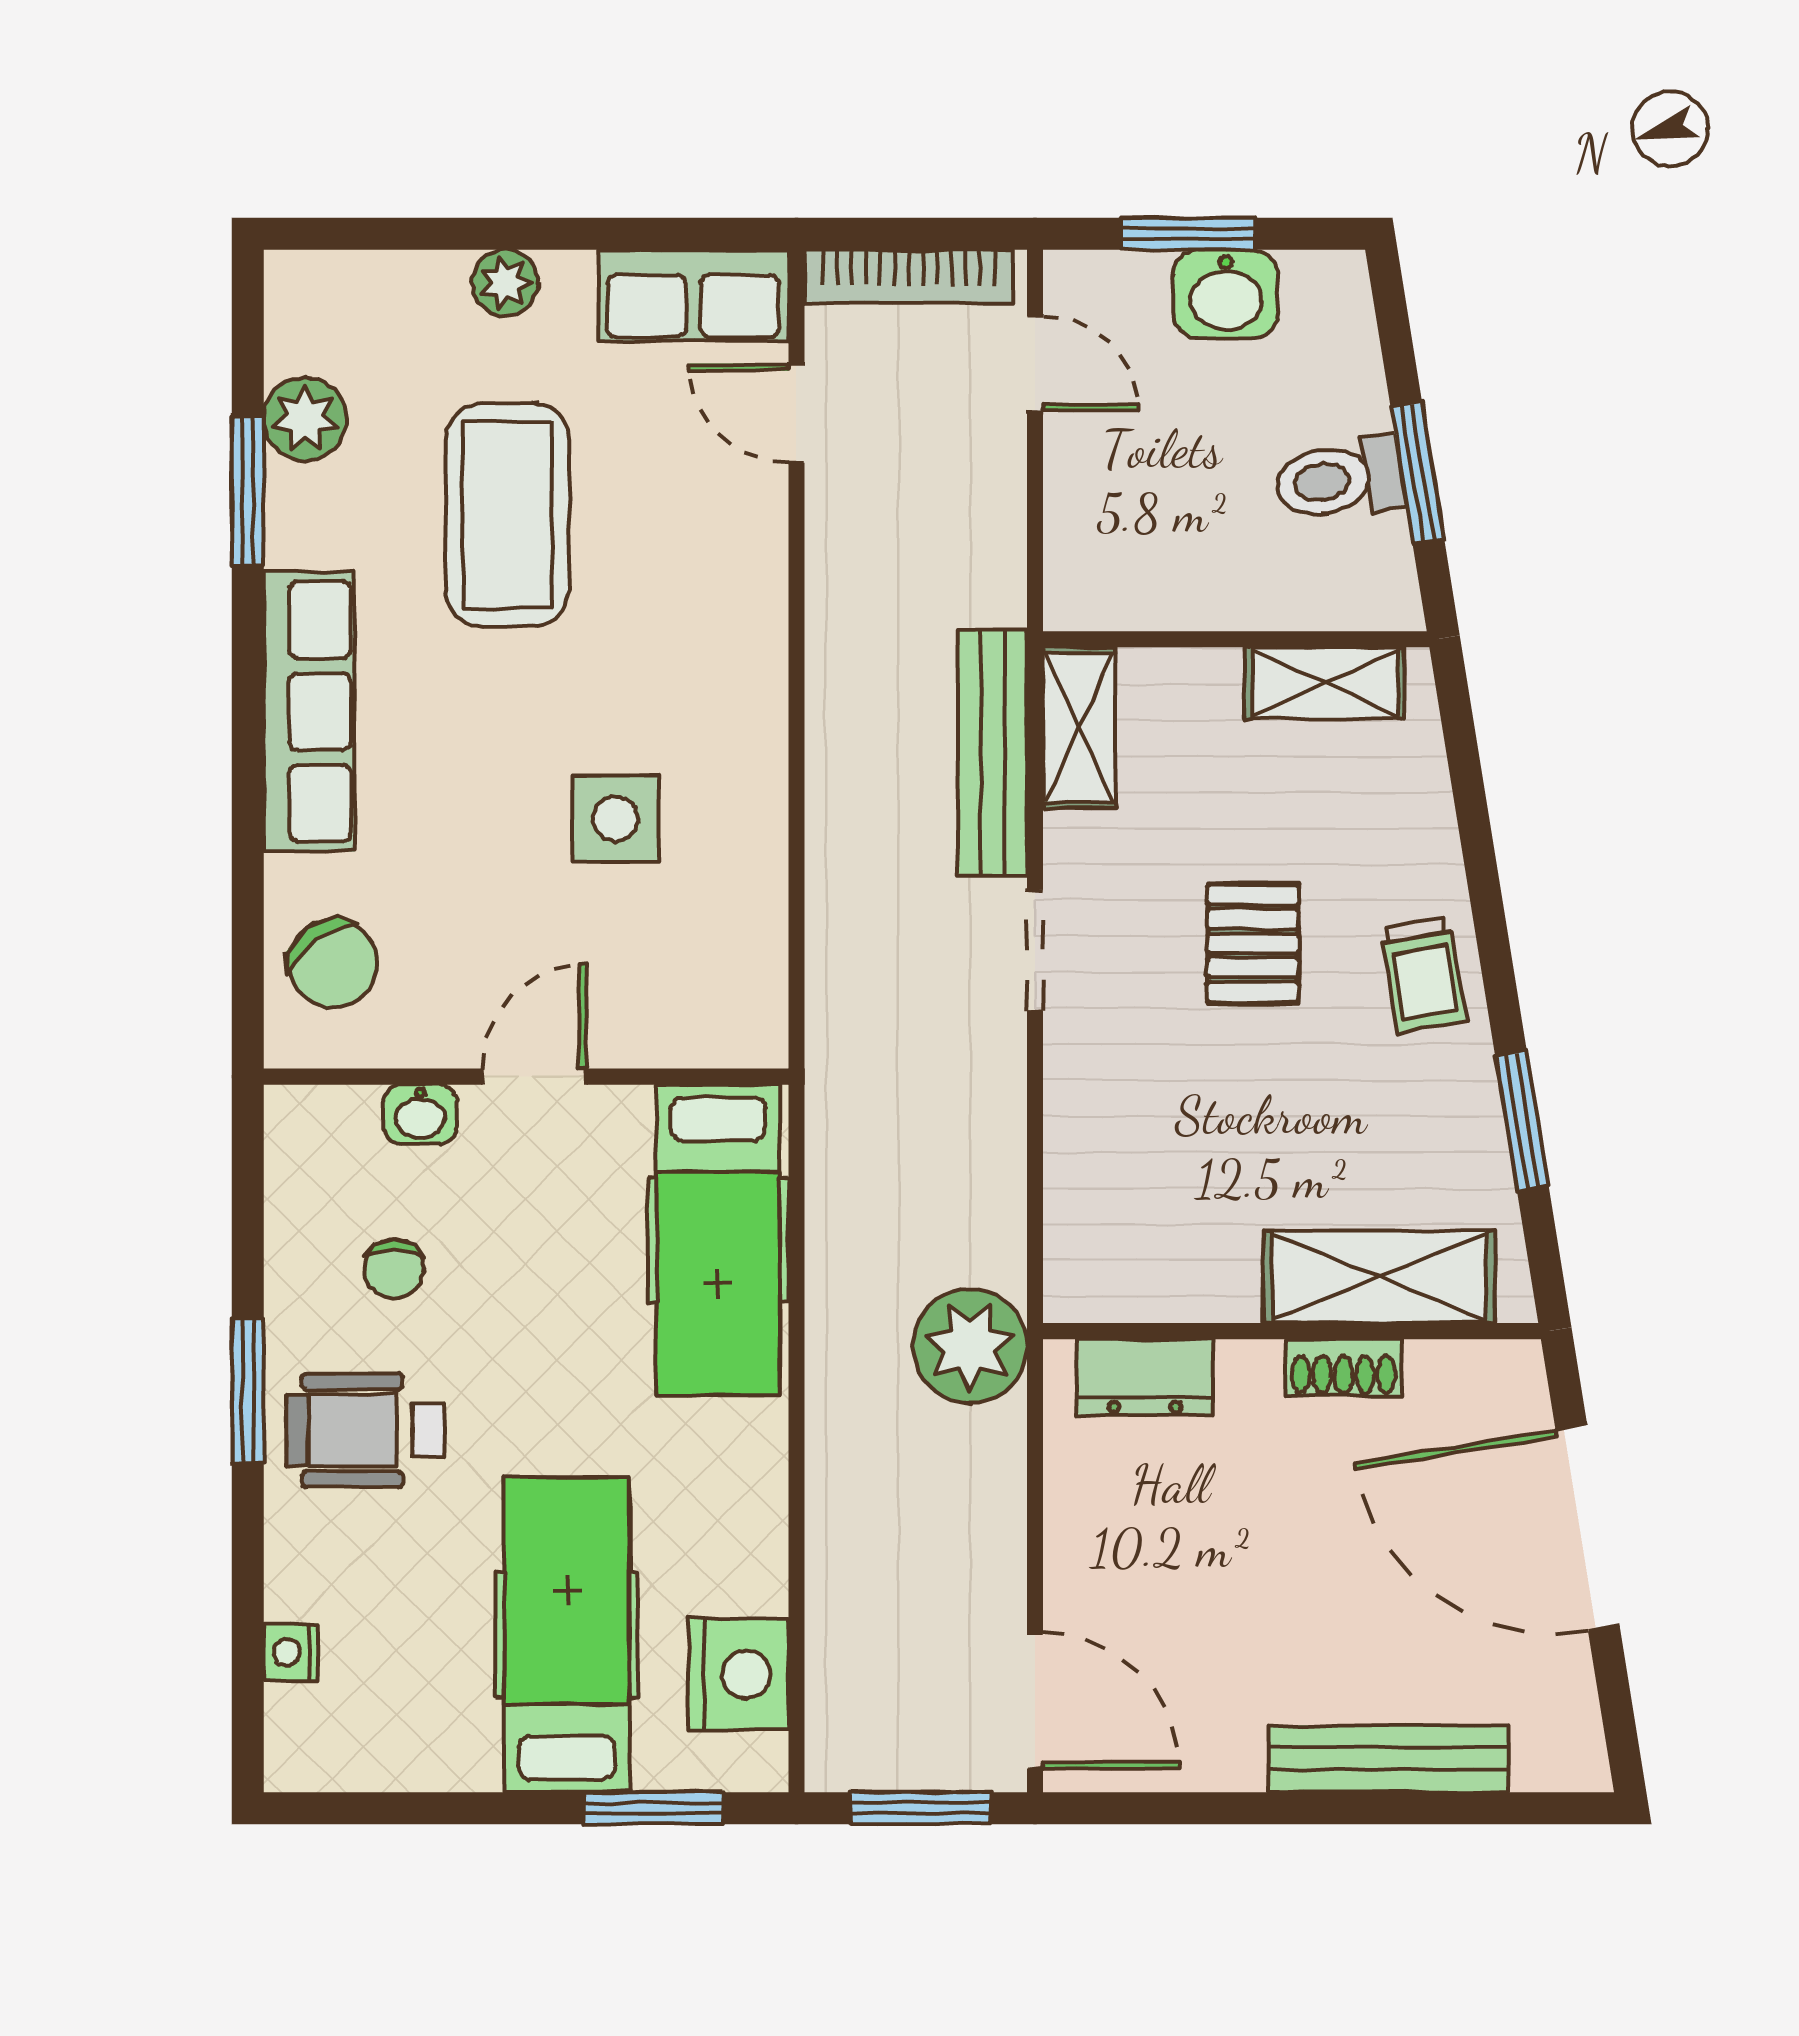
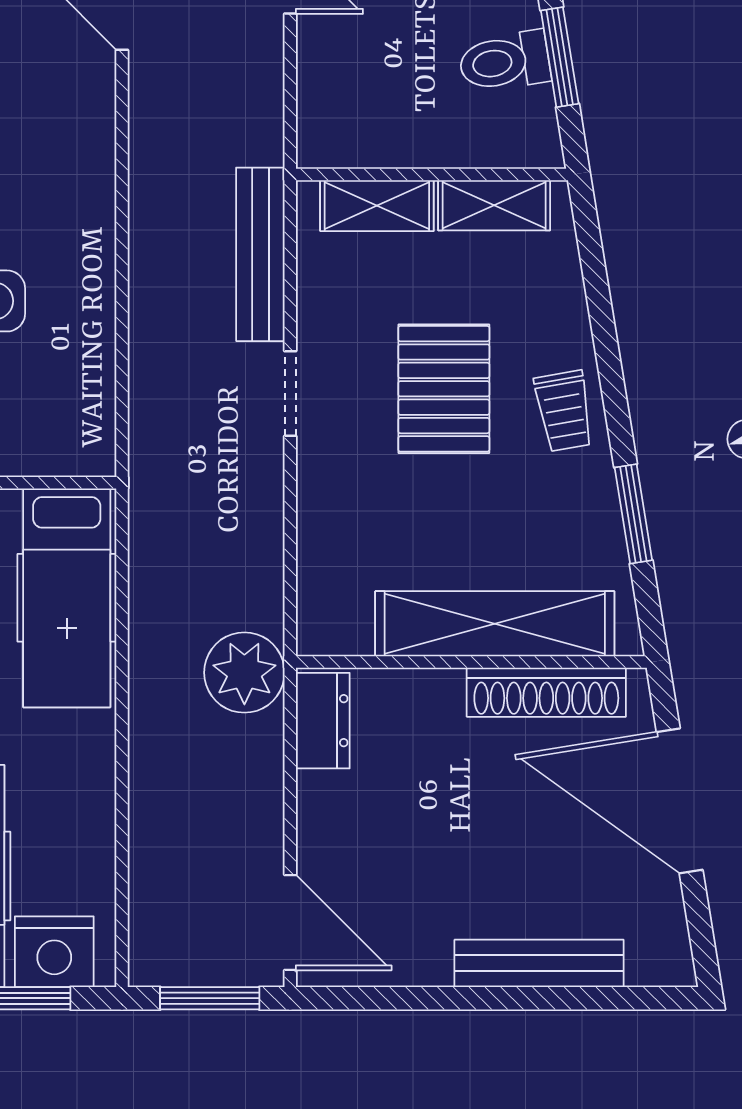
shelving: (1079, 728) -> (377, 206), moved, turned 90
pallet: (1253, 943) -> (444, 389), width x1.50, depth x1.42
shelving: (1379, 1277) -> (495, 624), width x1.47
shoe rack: (1344, 1367) -> (546, 692), width x1.94, depth x1.24
dresser: (1145, 1377) -> (323, 721), moved, turned -90
nightstand: (738, 1674) -> (54, 952), moved, turned 90

